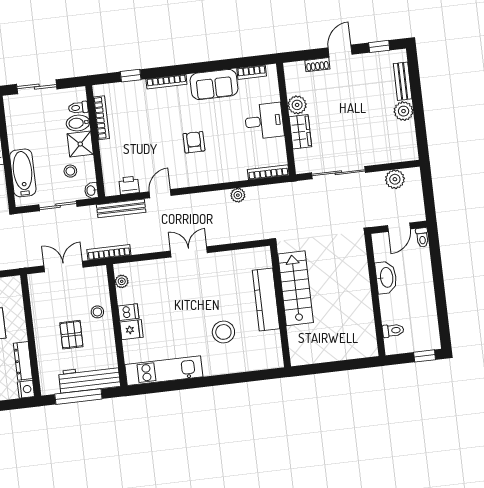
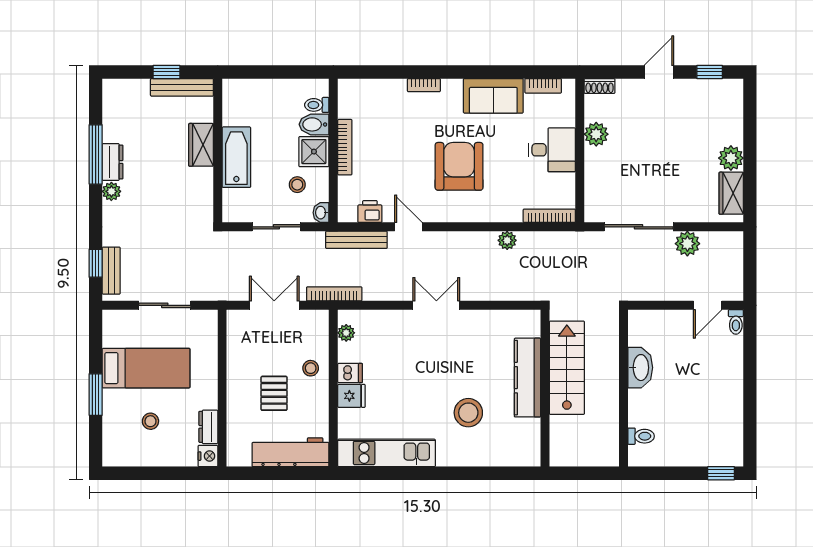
shoe rack: (317, 65) -> (600, 86), moved
window: (131, 76) -> (388, 72), removed
bench: (403, 81) -> (734, 120), removed
bookcase: (166, 82) -> (424, 85), width x0.64
sliding door: (37, 87) -> (267, 72), removed
bookcase: (101, 118) -> (345, 147), moved
wardrobe: (300, 132) -> (731, 193), moved, turned 180
armchair: (194, 142) -> (459, 166), width x1.88, depth x1.88
bathtub: (23, 173) -> (236, 157), moved
plant: (395, 179) -> (687, 244), moved
door: (160, 194) -> (408, 227), hinge flipped
washbasin: (386, 277) -> (640, 368), moved
wall: (375, 295) -> (623, 388), moved
toilet: (393, 331) -> (641, 436), moved
dresser: (23, 361) -> (208, 427), width x0.70
window: (78, 397) -> (274, 473), removed

